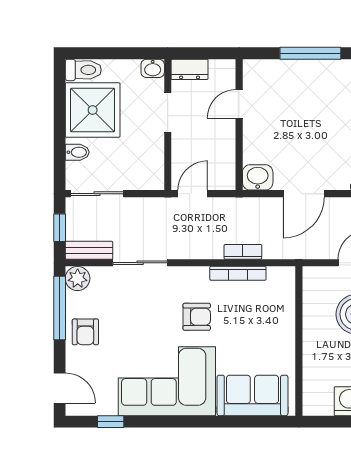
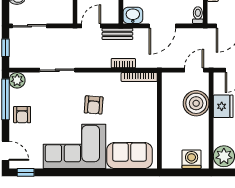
bench: (89, 250) -> (117, 34), moved
bookcase: (238, 273) -> (139, 77), moved
armchair: (197, 317) -> (94, 105), turned 94
window: (111, 422) -> (26, 172), moved

